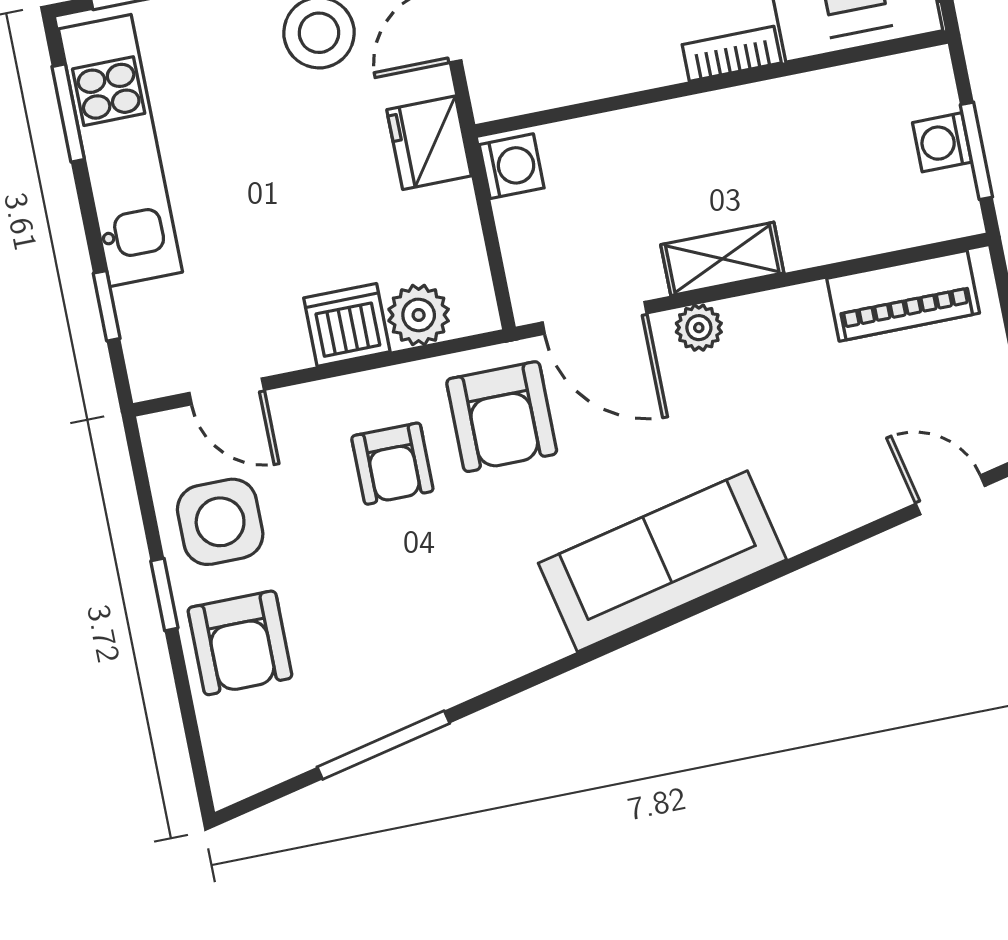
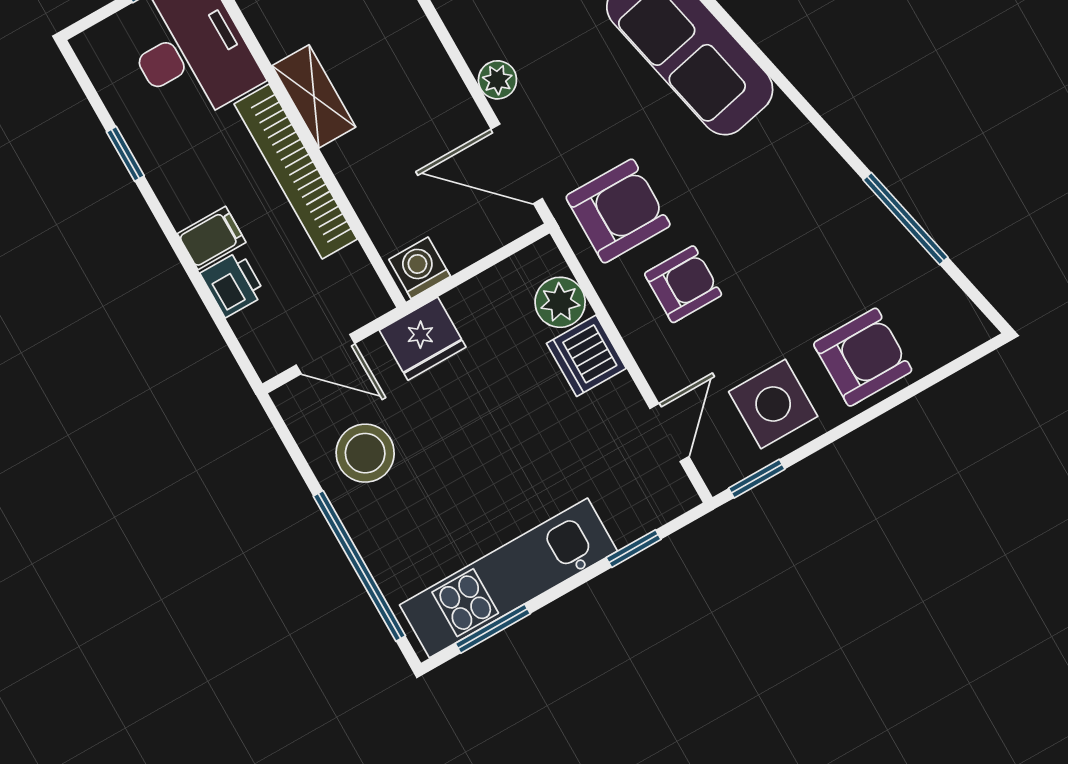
bookcase: (732, 54) -> (296, 171), width x2.31, depth x1.31
shelving: (722, 259) -> (314, 96), moved
door: (595, 318) -> (517, 164), swing flipped
window: (164, 594) -> (757, 479), moved

